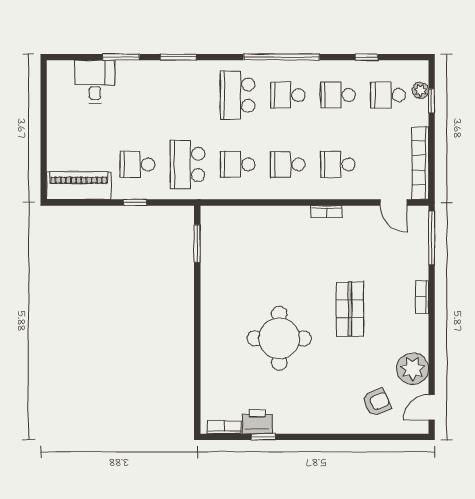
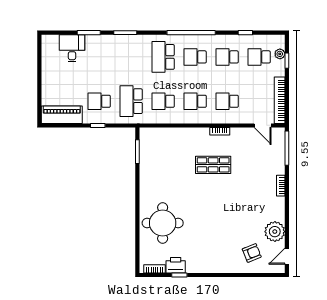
shop shelf: (350, 309) -> (213, 165), moved, turned 90
round table: (279, 338) -> (163, 223), moved

